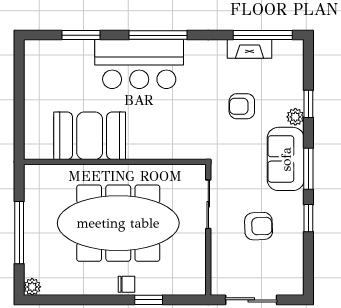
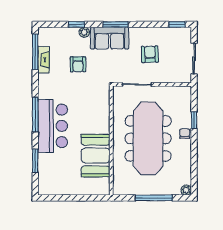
window: (308, 218) -> (177, 24), moved

